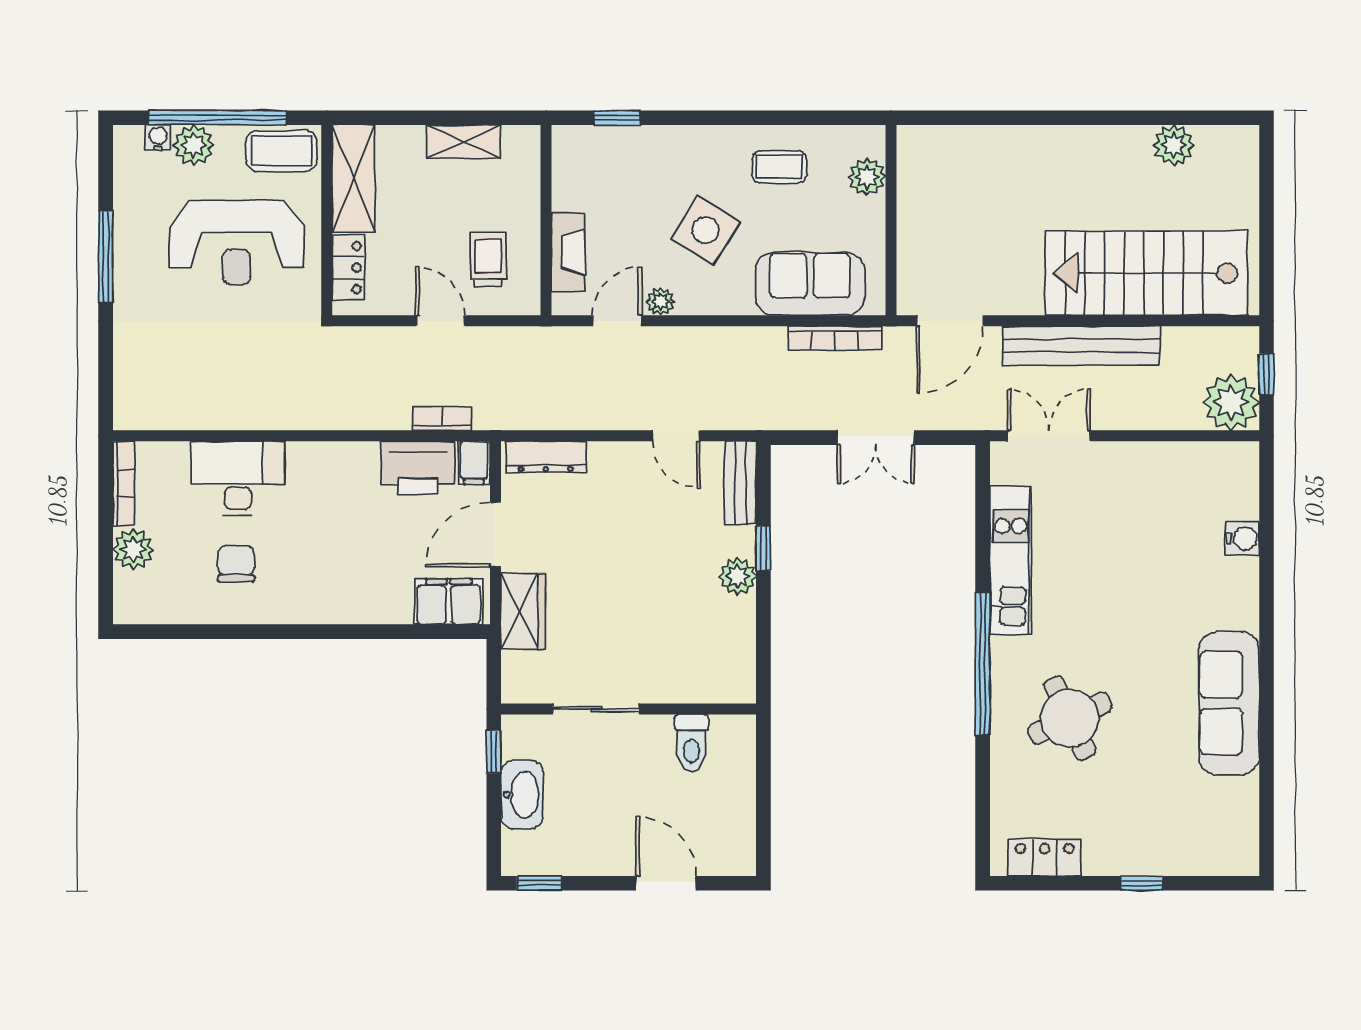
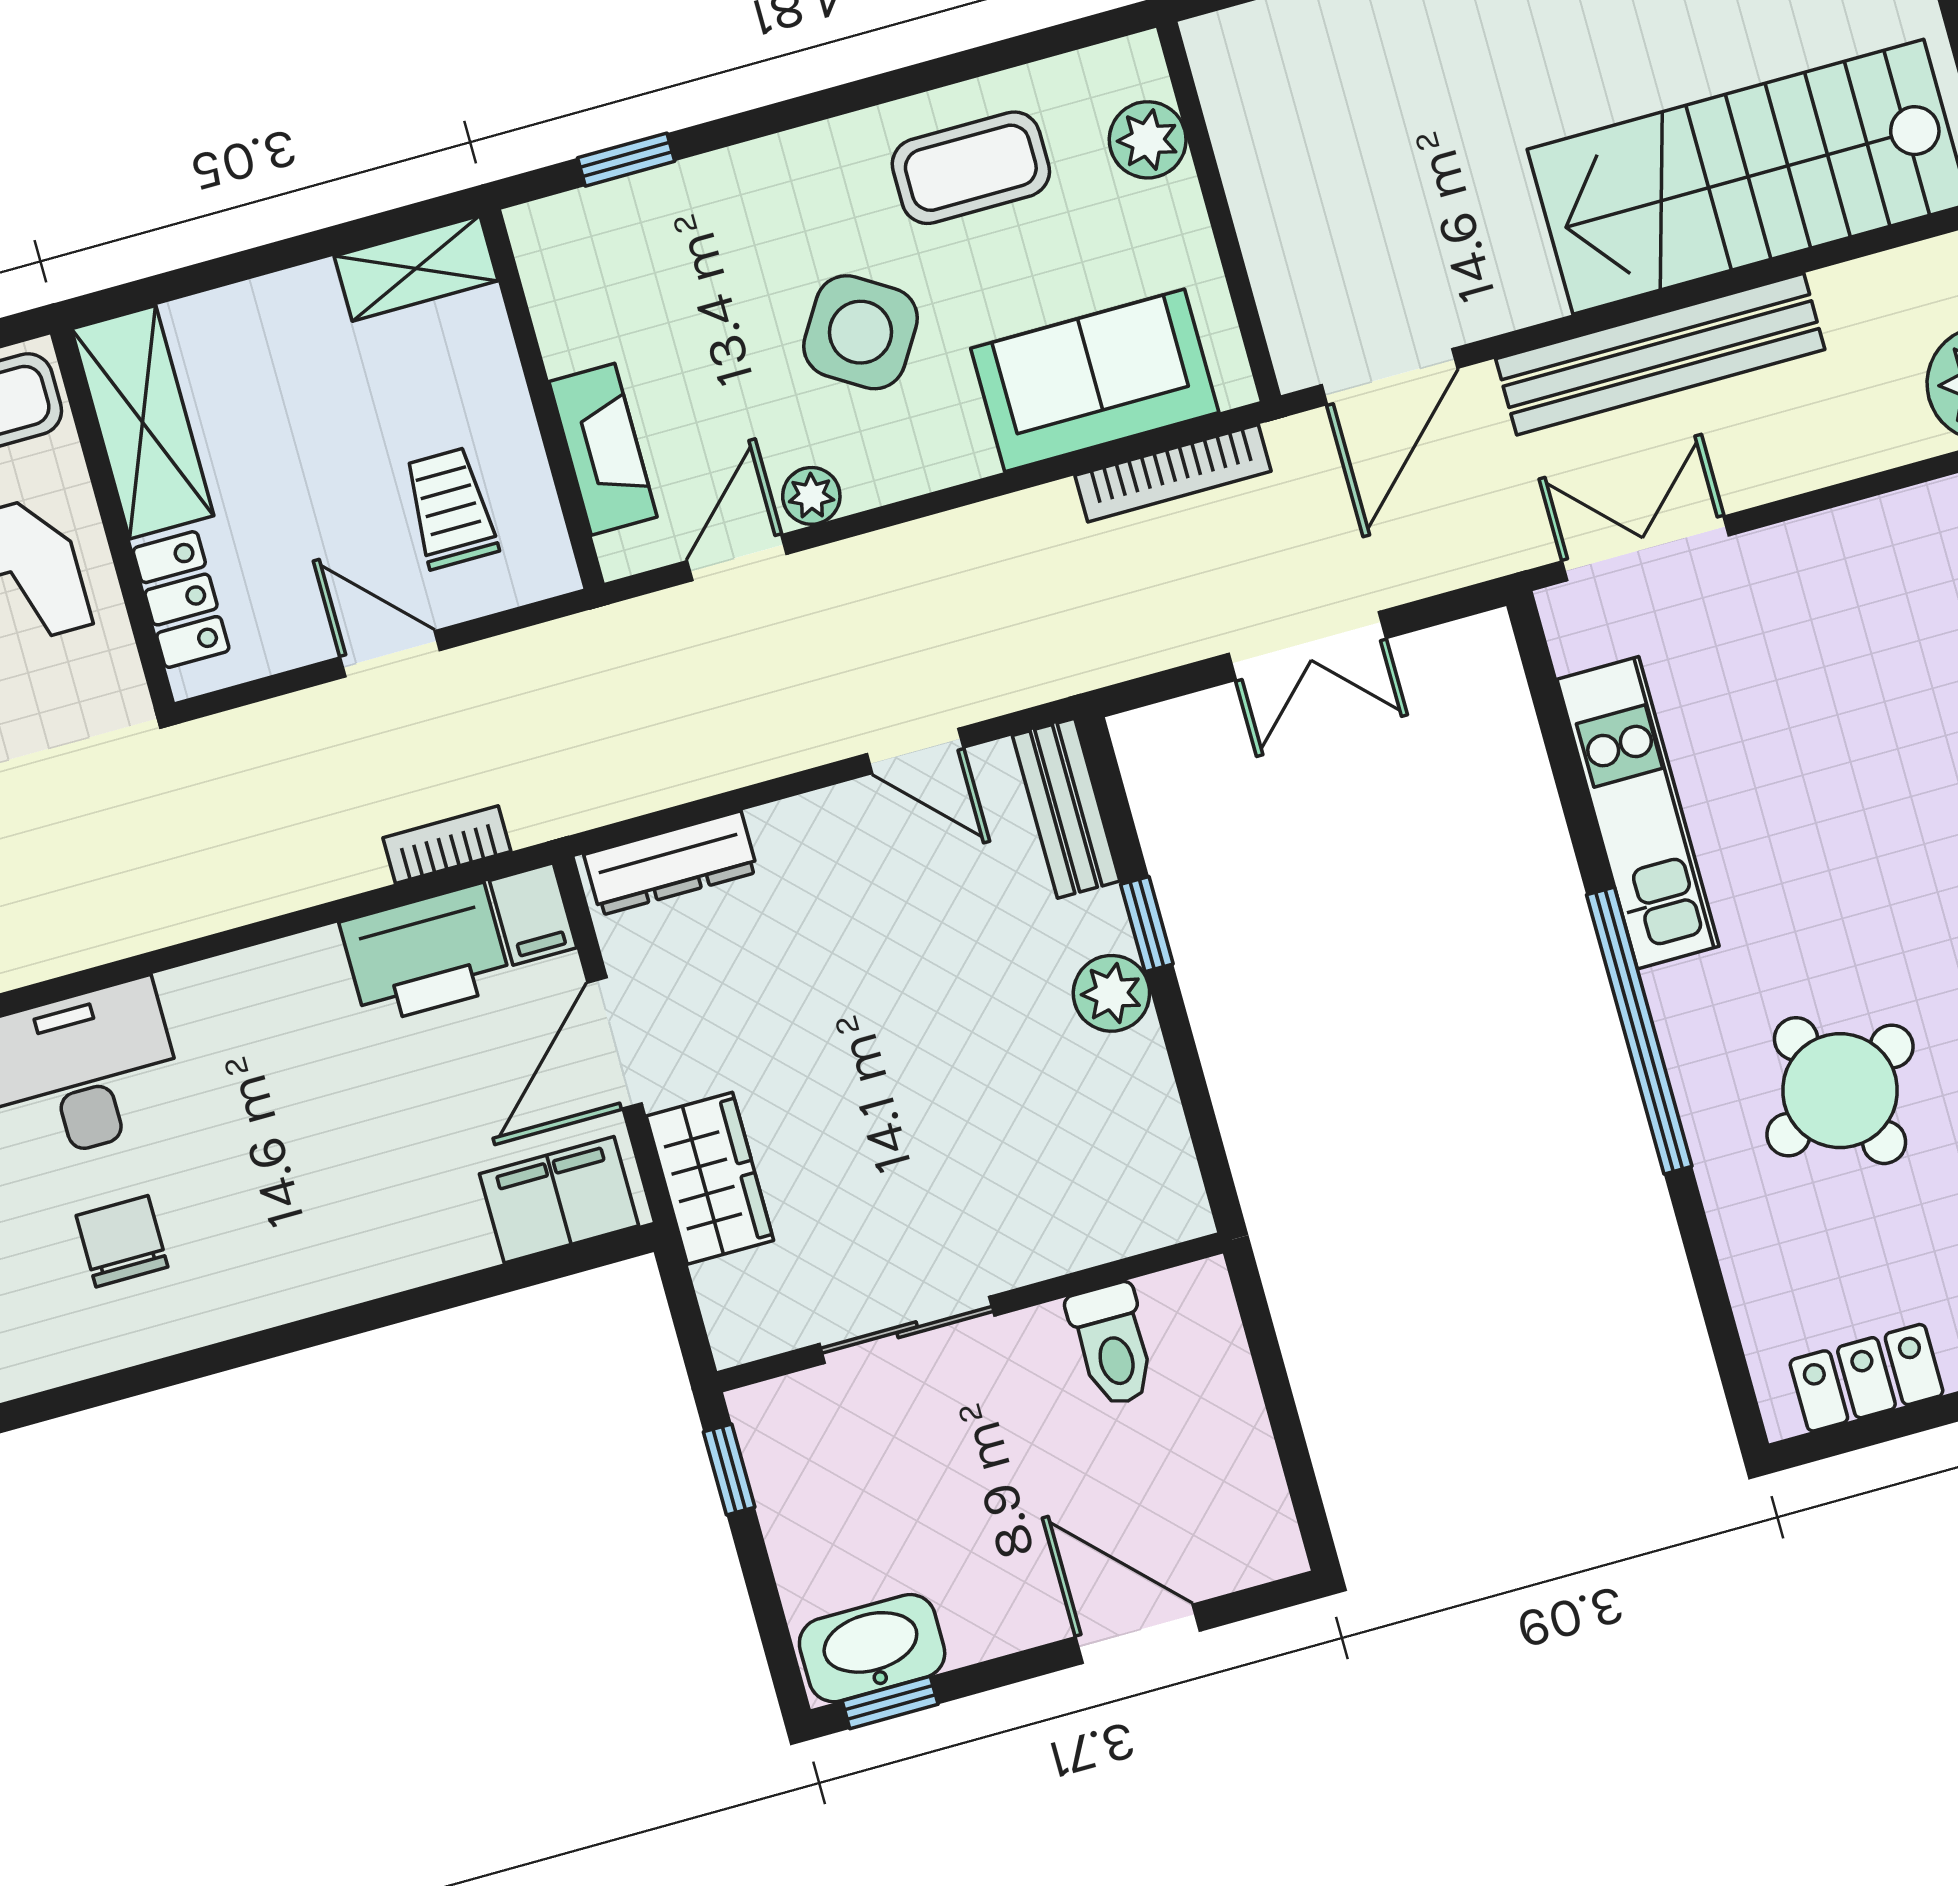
shelving: (464, 142) -> (416, 268), moved
coffee table: (779, 167) -> (971, 168), width x1.36, depth x1.30
washbasin: (522, 795) -> (872, 1648), moved, turned -90

